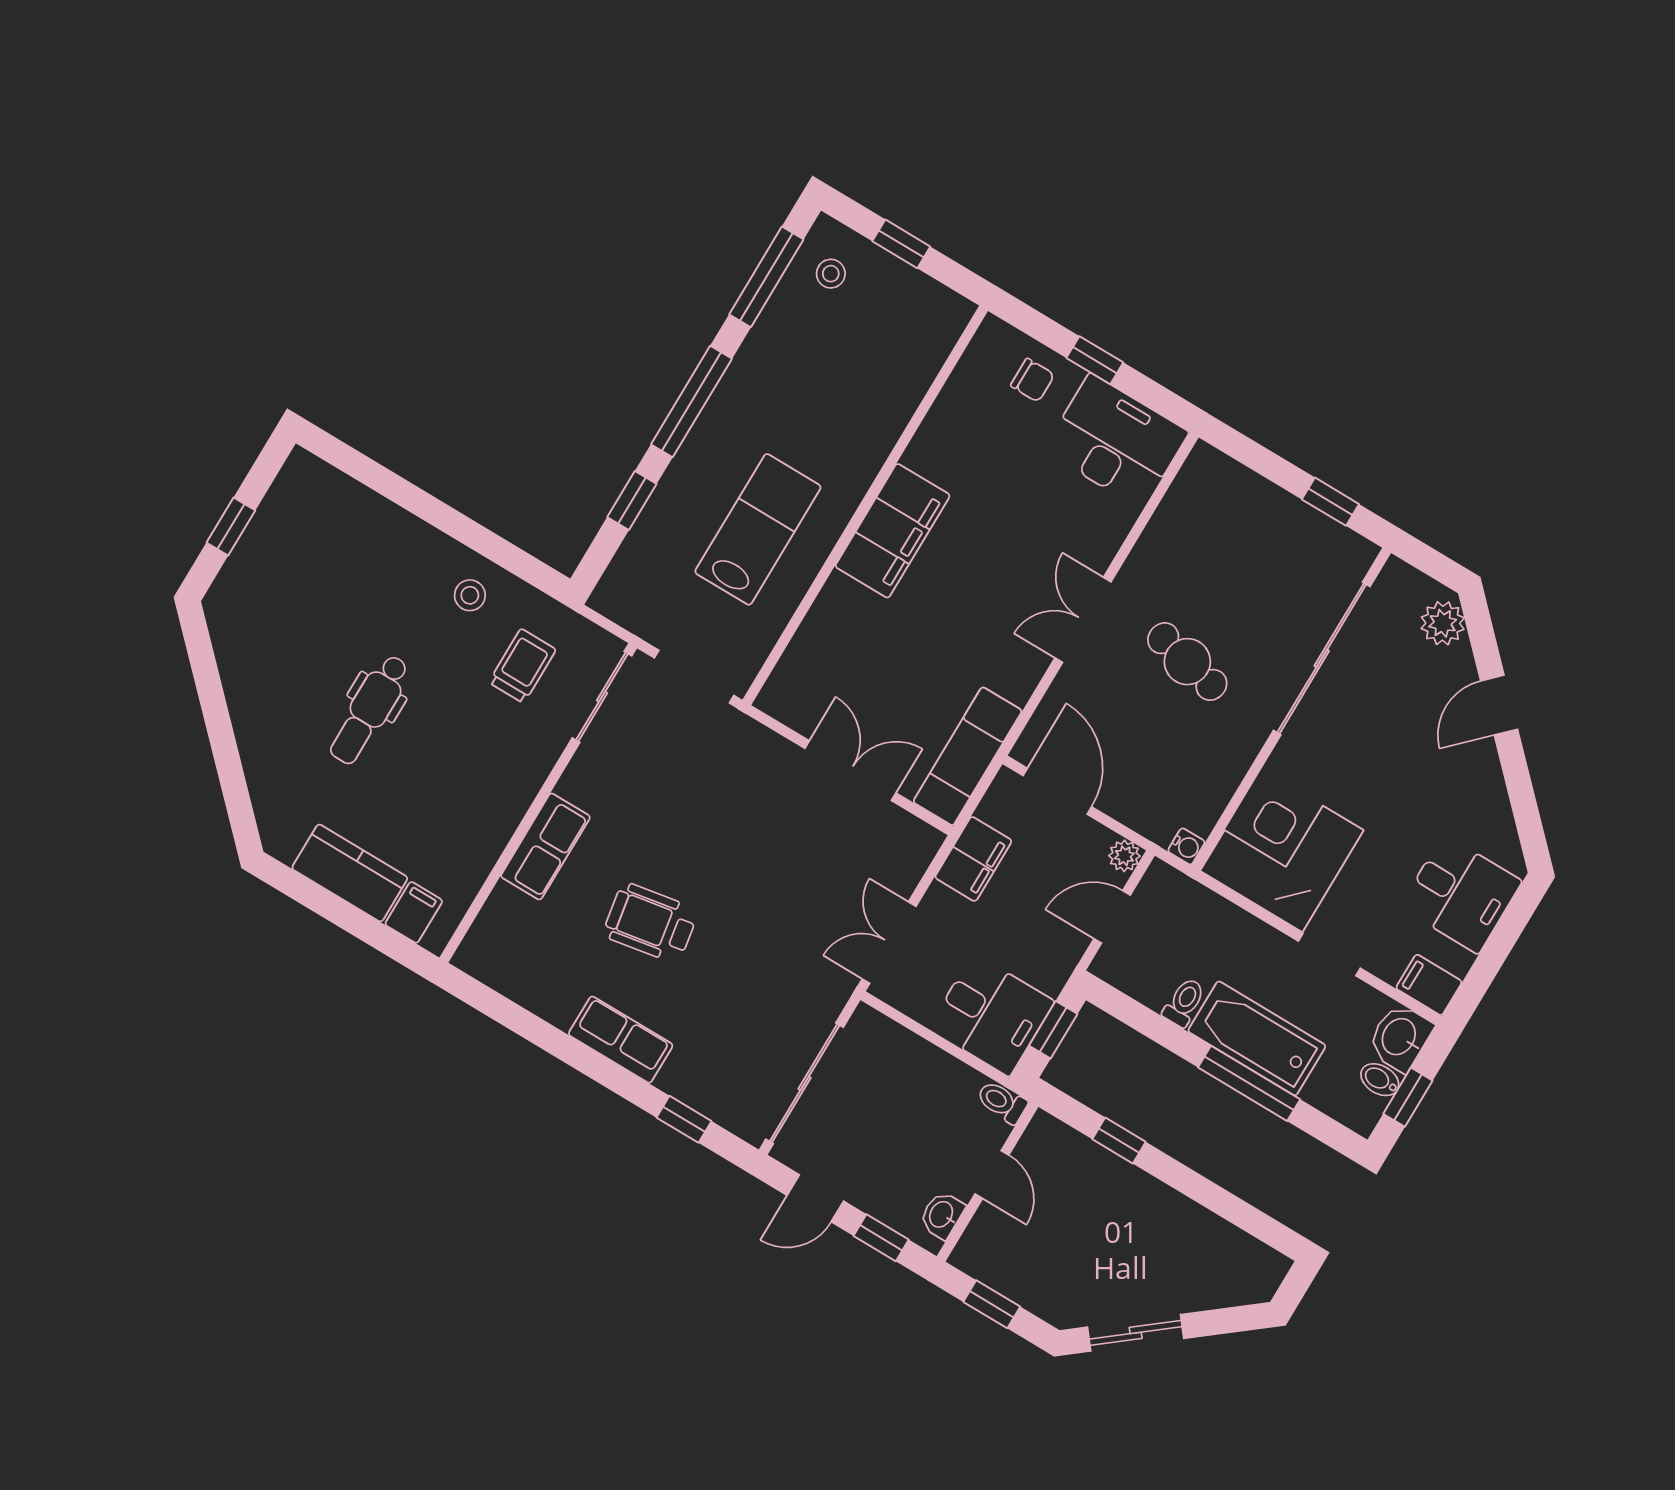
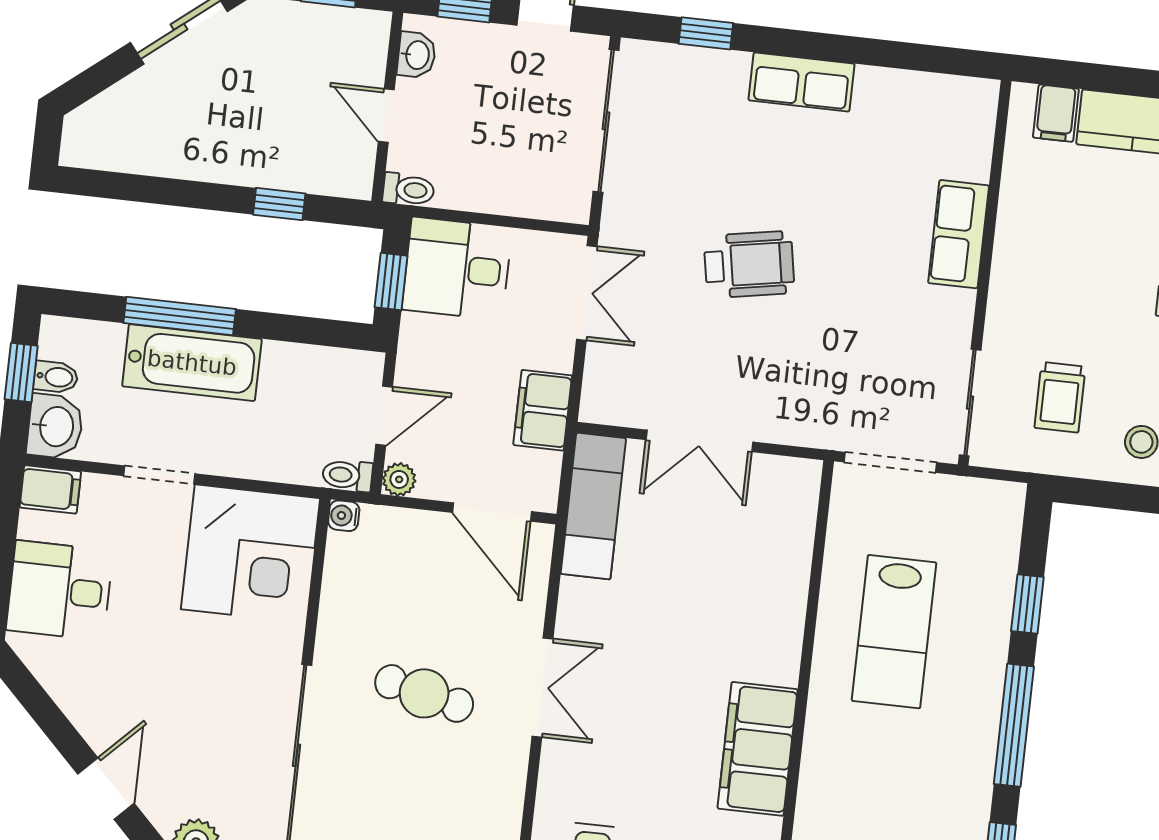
filing cabinet: (893, 531) -> (758, 749), moved
wheelchair: (650, 923) -> (749, 265), moved
toilet: (1184, 1002) -> (347, 475), moved, turned 90

